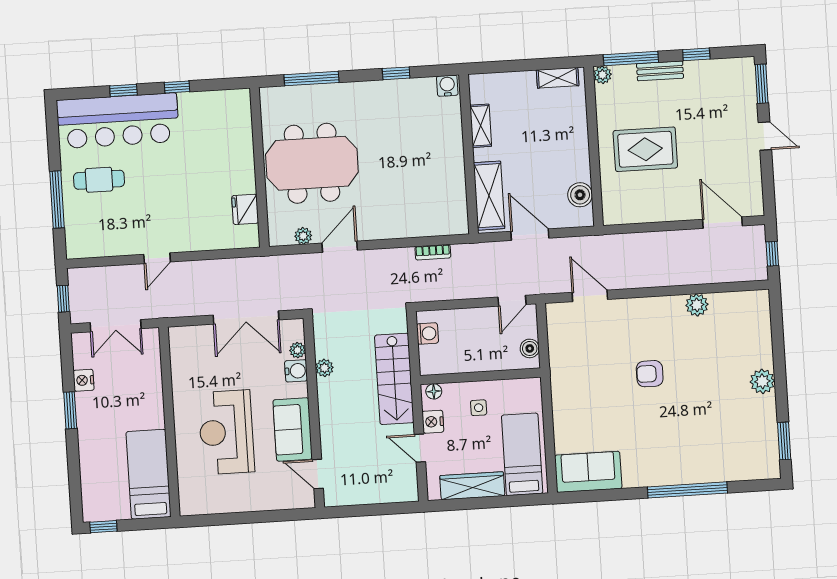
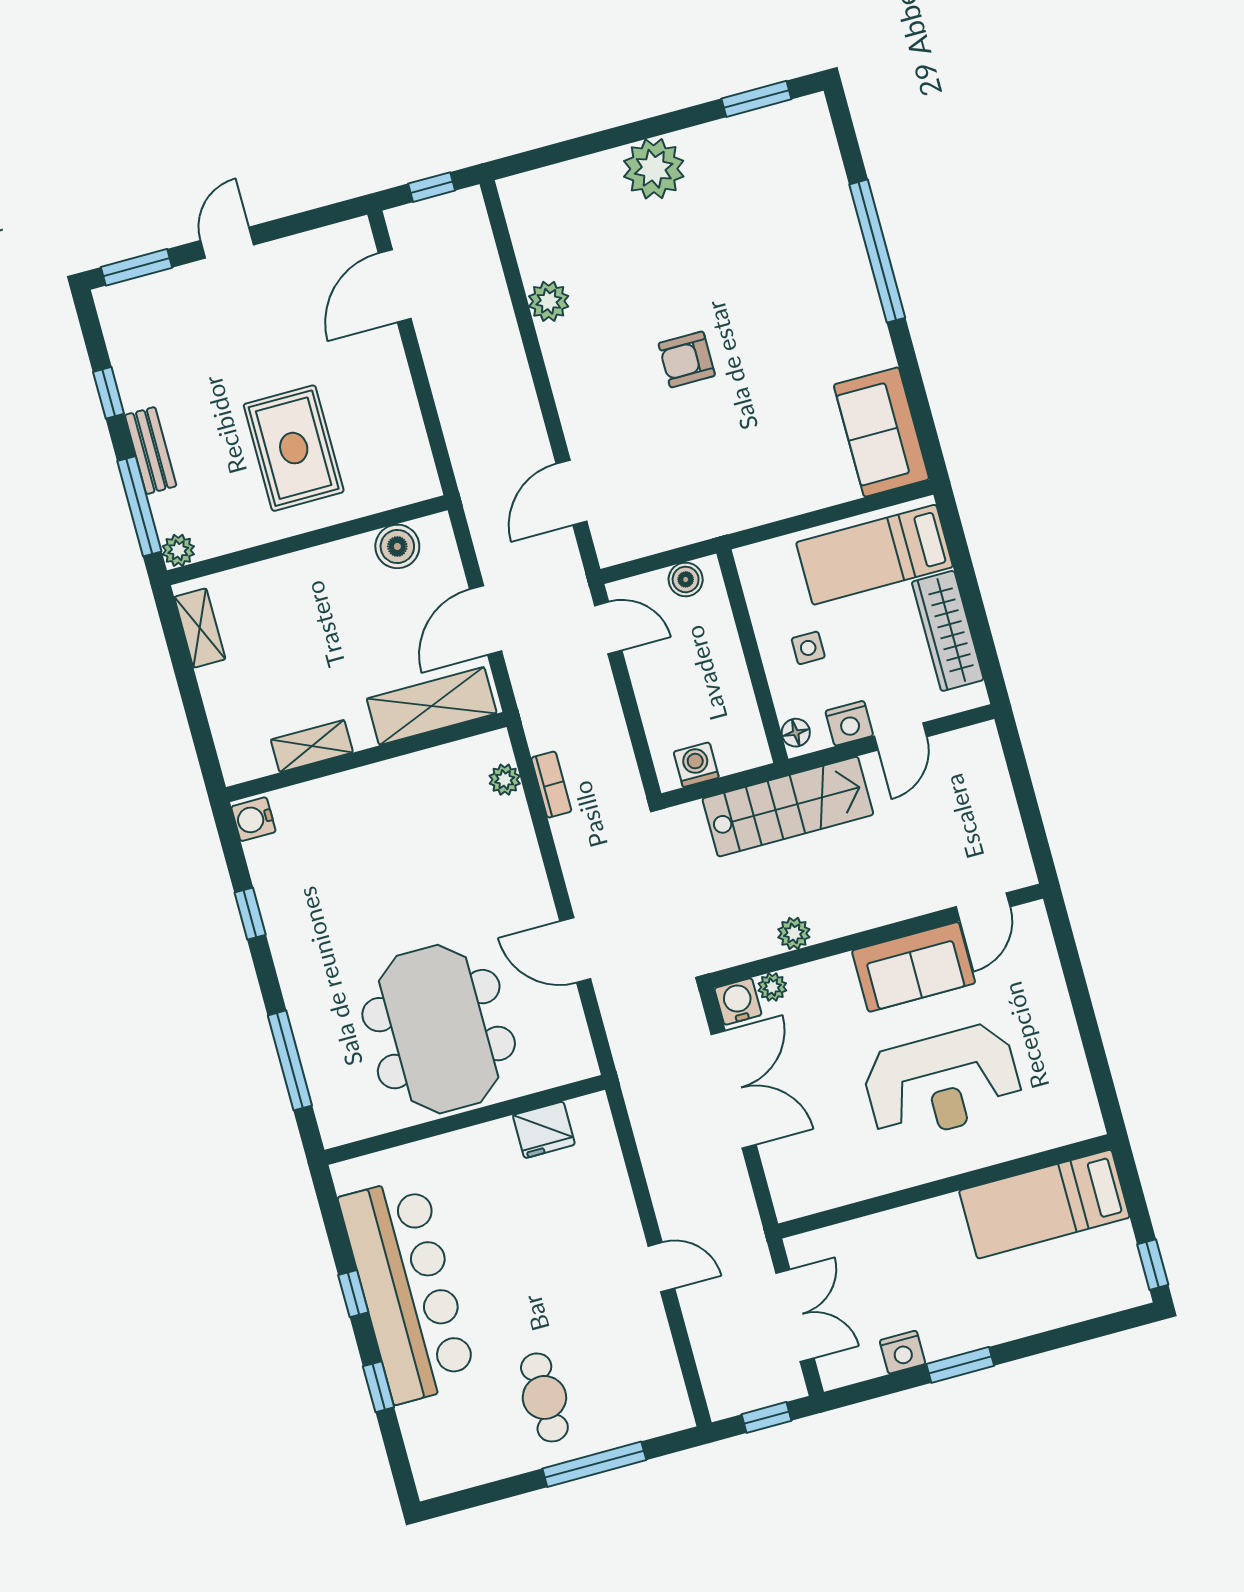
bar counter: (118, 121) -> (408, 1290), moved
plant: (303, 236) -> (505, 780), moved
water cooler: (296, 371) -> (738, 1002), moved
armchair: (650, 374) -> (687, 359), turned 90
plant: (762, 381) -> (654, 169), width x1.36, depth x1.36

